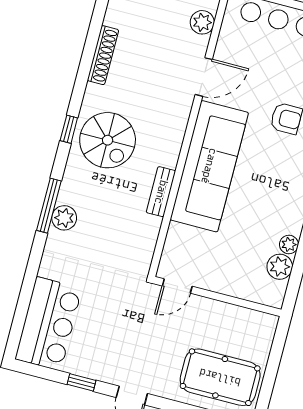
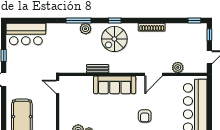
door: (204, 77) -> (154, 74), hinge flipped
sofa: (209, 166) -> (115, 85), width x0.74, depth x0.79
plant: (64, 218) -> (86, 29), moved

